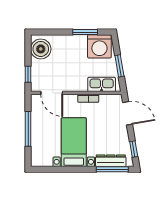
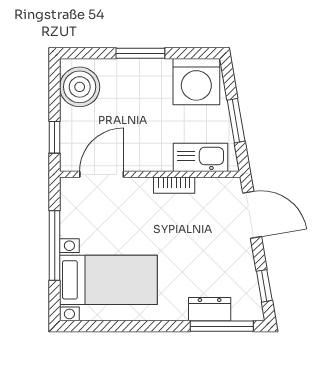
window: (85, 32) -> (140, 53), moved
door: (52, 93) -> (102, 174), swing flipped
bed with nightstands: (74, 142) -> (108, 280), moved, turned 90
dresser: (111, 161) -> (210, 309), width x0.70

